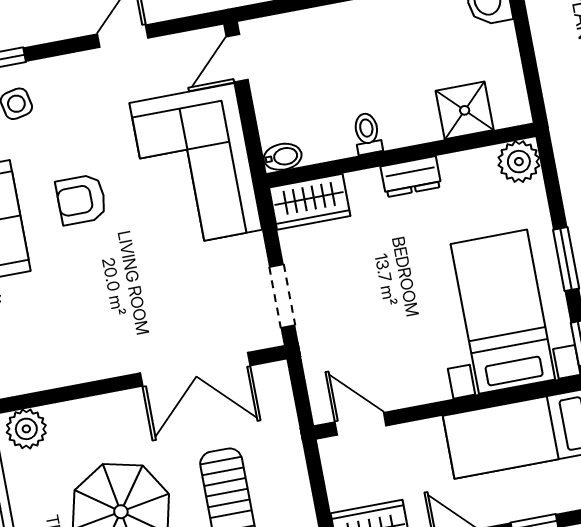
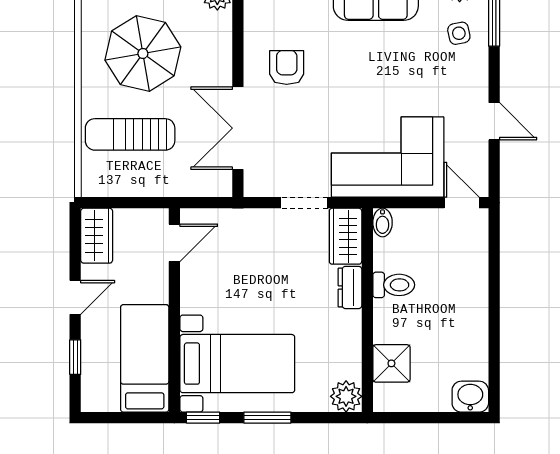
toilet: (367, 134) -> (394, 285), width x1.37, depth x1.39
dresser: (411, 177) -> (350, 287), moved
armchair: (81, 200) -> (287, 67), moved
doorway: (282, 296) -> (304, 203), moved

